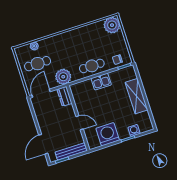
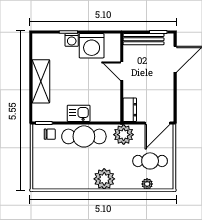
plant: (112, 25) -> (104, 179), moved
cafe table: (92, 66) -> (84, 136), width x1.37, depth x1.35
washing machine: (134, 130) -> (72, 40), moved

